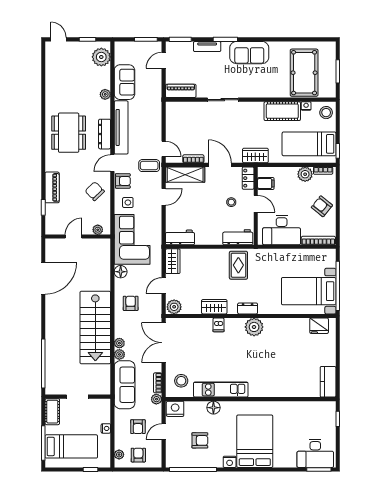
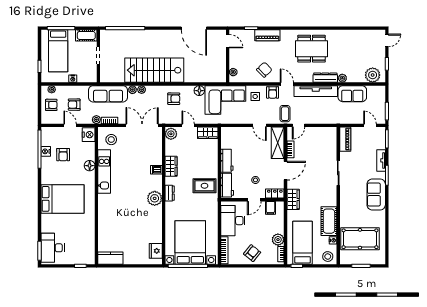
dresser: (105, 134) -> (325, 78), moved
door: (74, 237) -> (228, 41), moved
workbench: (180, 237) -> (227, 161), moved
bed with nightstands: (309, 291) -> (190, 242), width x1.36
nightstand: (230, 462) -> (46, 151), moved

